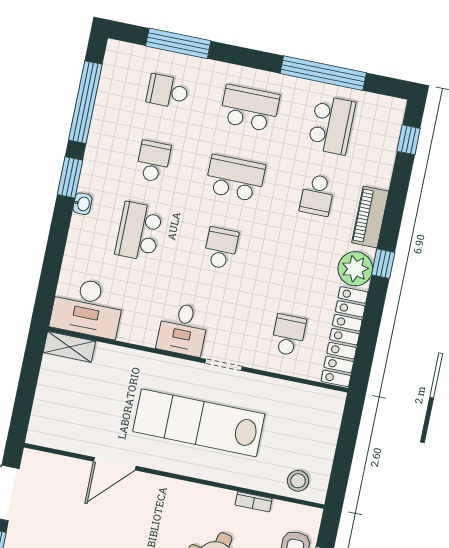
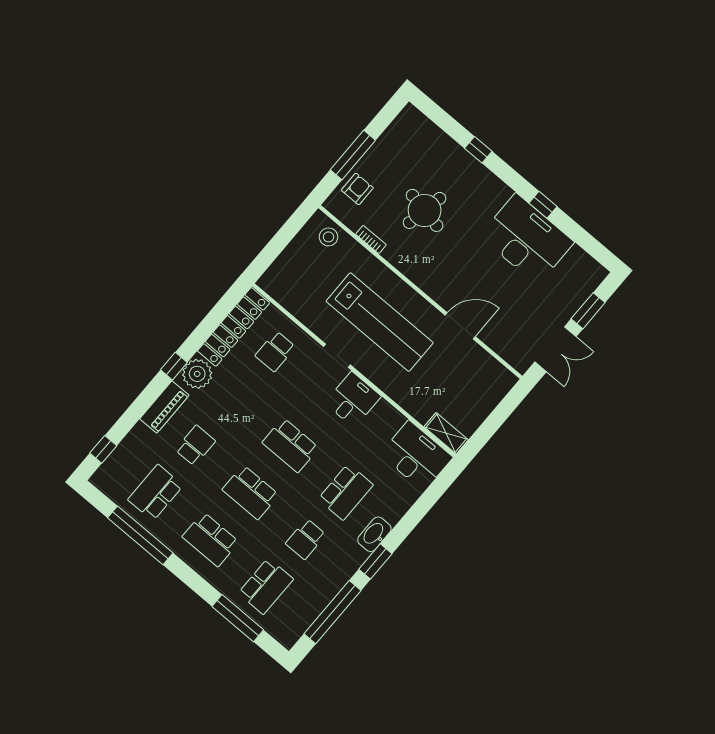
school desk: (168, 91) -> (266, 586), width x1.85
washbasin: (82, 204) -> (374, 534), width x1.91, depth x1.45
school desk: (221, 248) -> (290, 445), width x1.85

